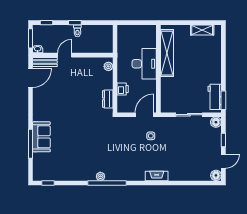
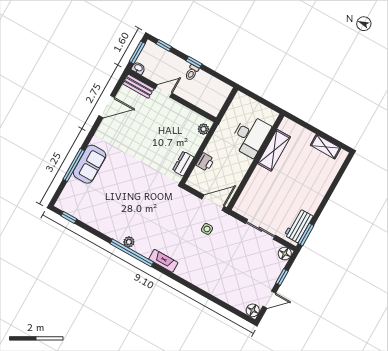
shelving: (167, 53) -> (274, 150), width x0.68
desk: (144, 64) -> (250, 136), moved
door: (31, 78) -> (107, 107), moved
fireplace: (157, 176) -> (163, 261), moved

